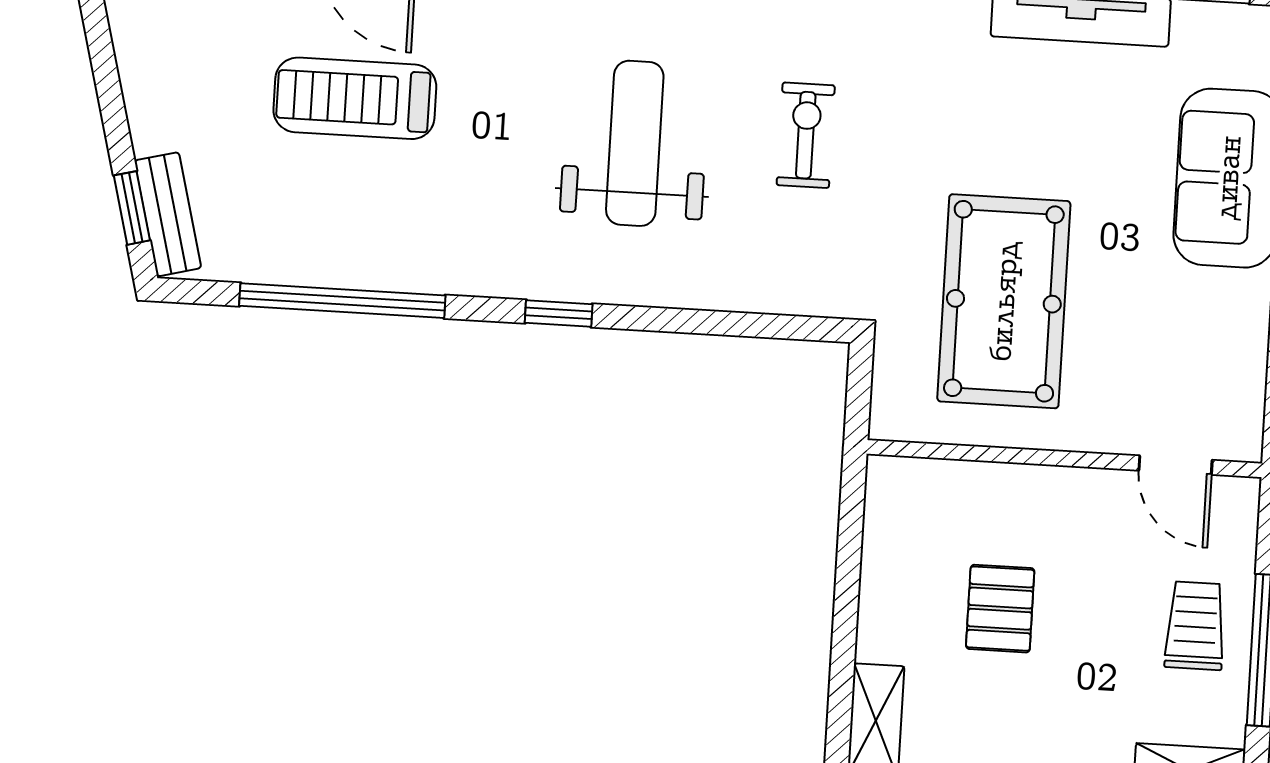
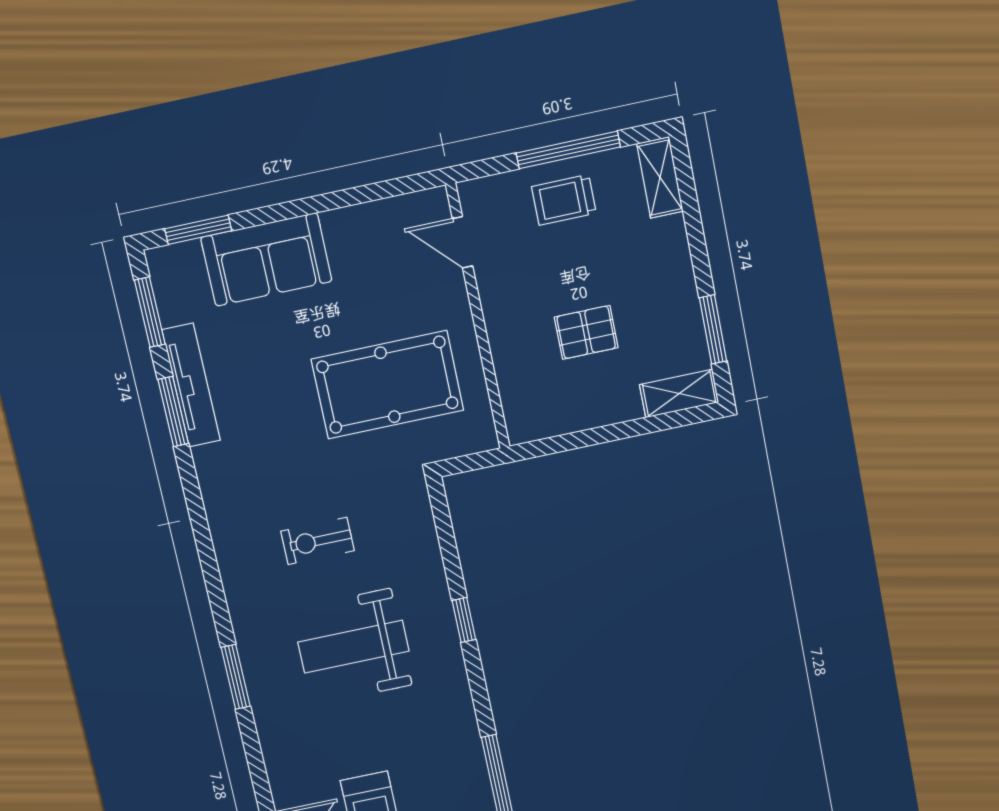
window: (559, 313) -> (464, 620), moved
door: (1176, 465) -> (463, 242), swing flipped

